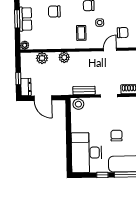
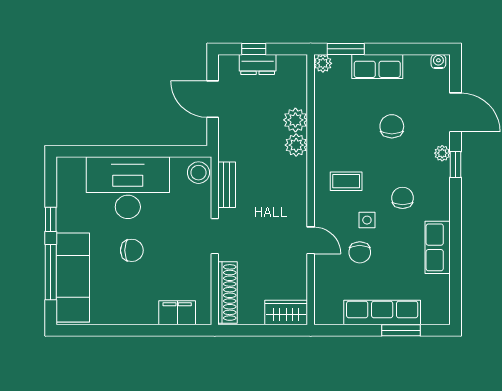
window: (17, 19) -> (346, 49), moved
chair: (123, 33) -> (360, 252), moved
plant: (42, 58) -> (295, 120), moved
dresser: (26, 87) -> (258, 65), moved
door: (43, 98) -> (213, 99), hinge flipped
desk: (87, 153) -> (128, 188), moved

